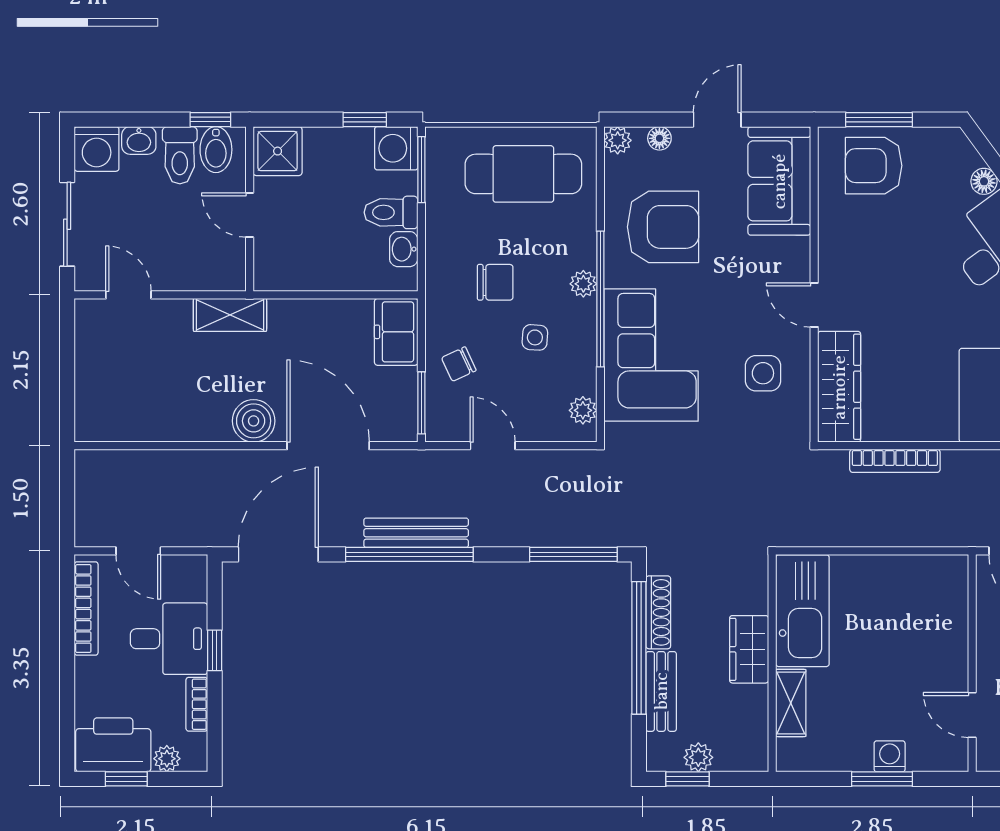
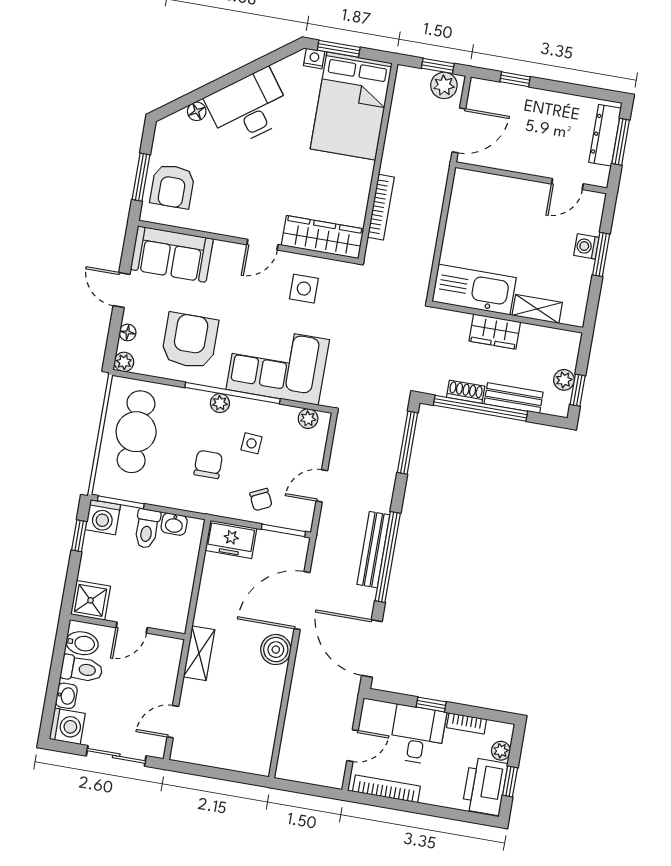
window: (210, 120) -> (60, 643), removed
shoe rack: (658, 612) -> (466, 392), width x0.70

